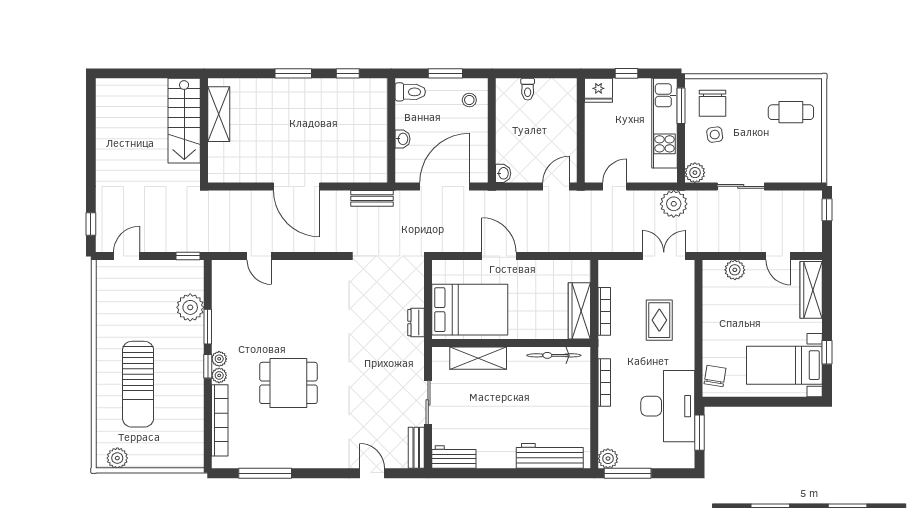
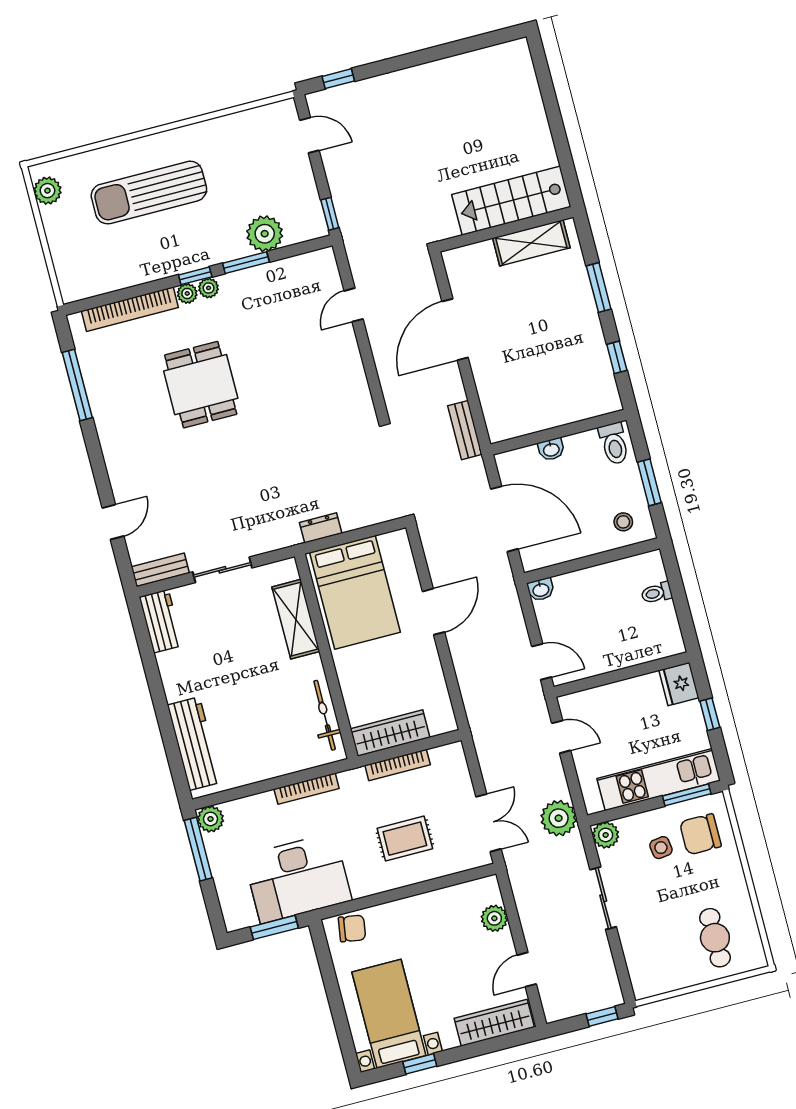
shelving: (219, 114) -> (531, 243), moved
stairs: (184, 121) -> (511, 201), moved
wall: (204, 130) -> (506, 229), moved

